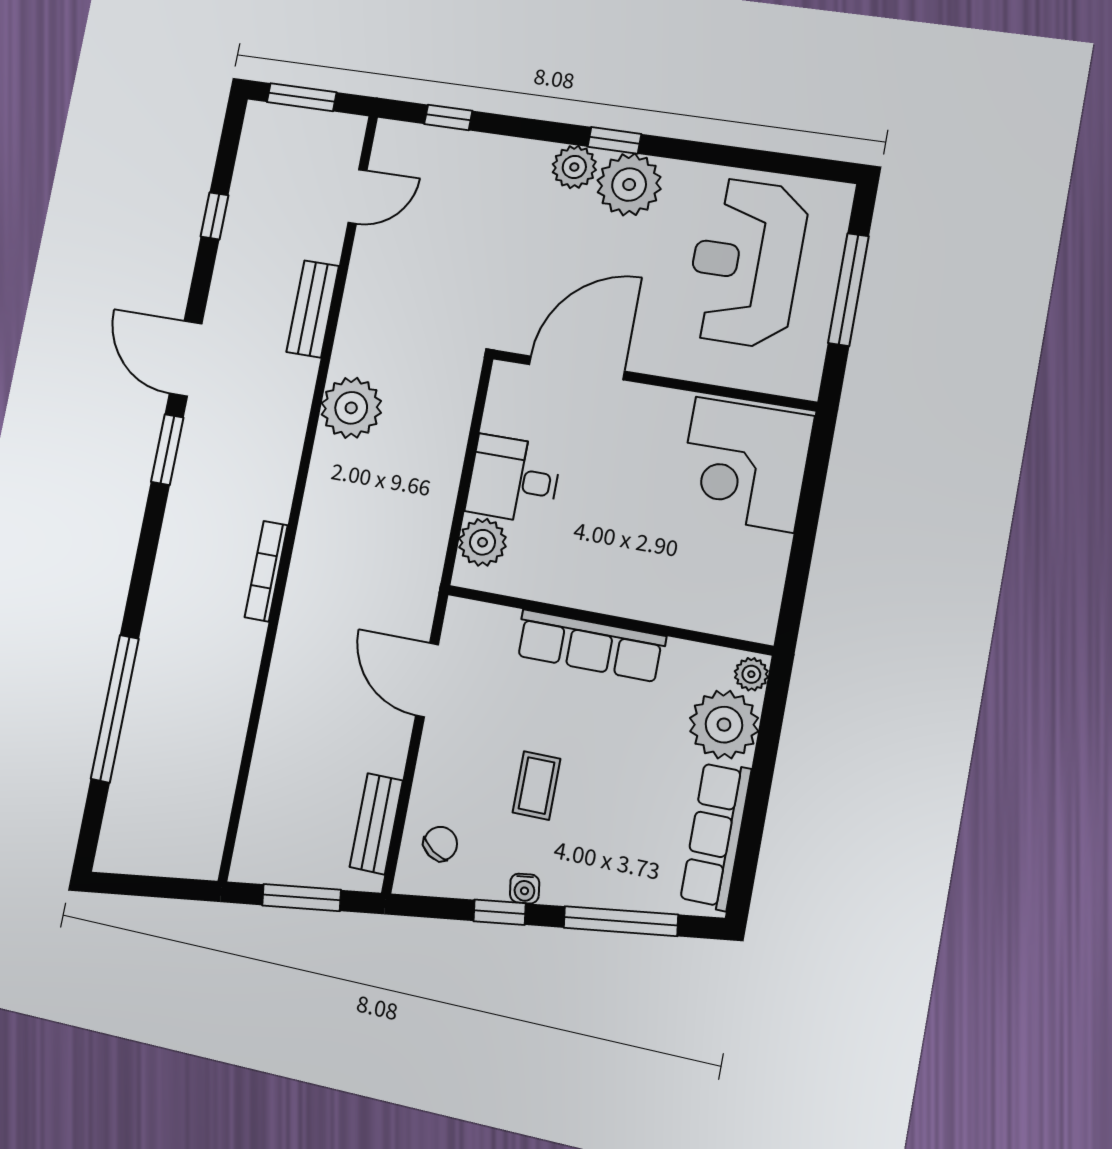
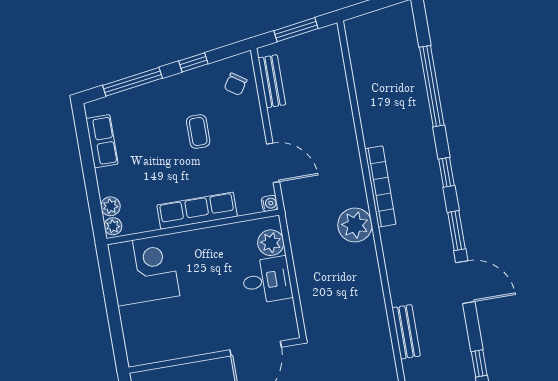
plant: (351, 408) -> (355, 225), moved
corner desk: (745, 464) -> (144, 270), moved
window: (146, 554) -> (446, 172), added
bookcase: (266, 571) -> (380, 186), width x1.48, depth x1.31
plant: (724, 725) -> (110, 206), width x0.53, depth x0.53
row of seats: (716, 835) -> (102, 141), width x0.68
water cooler: (525, 889) -> (270, 203), moved, turned 98

